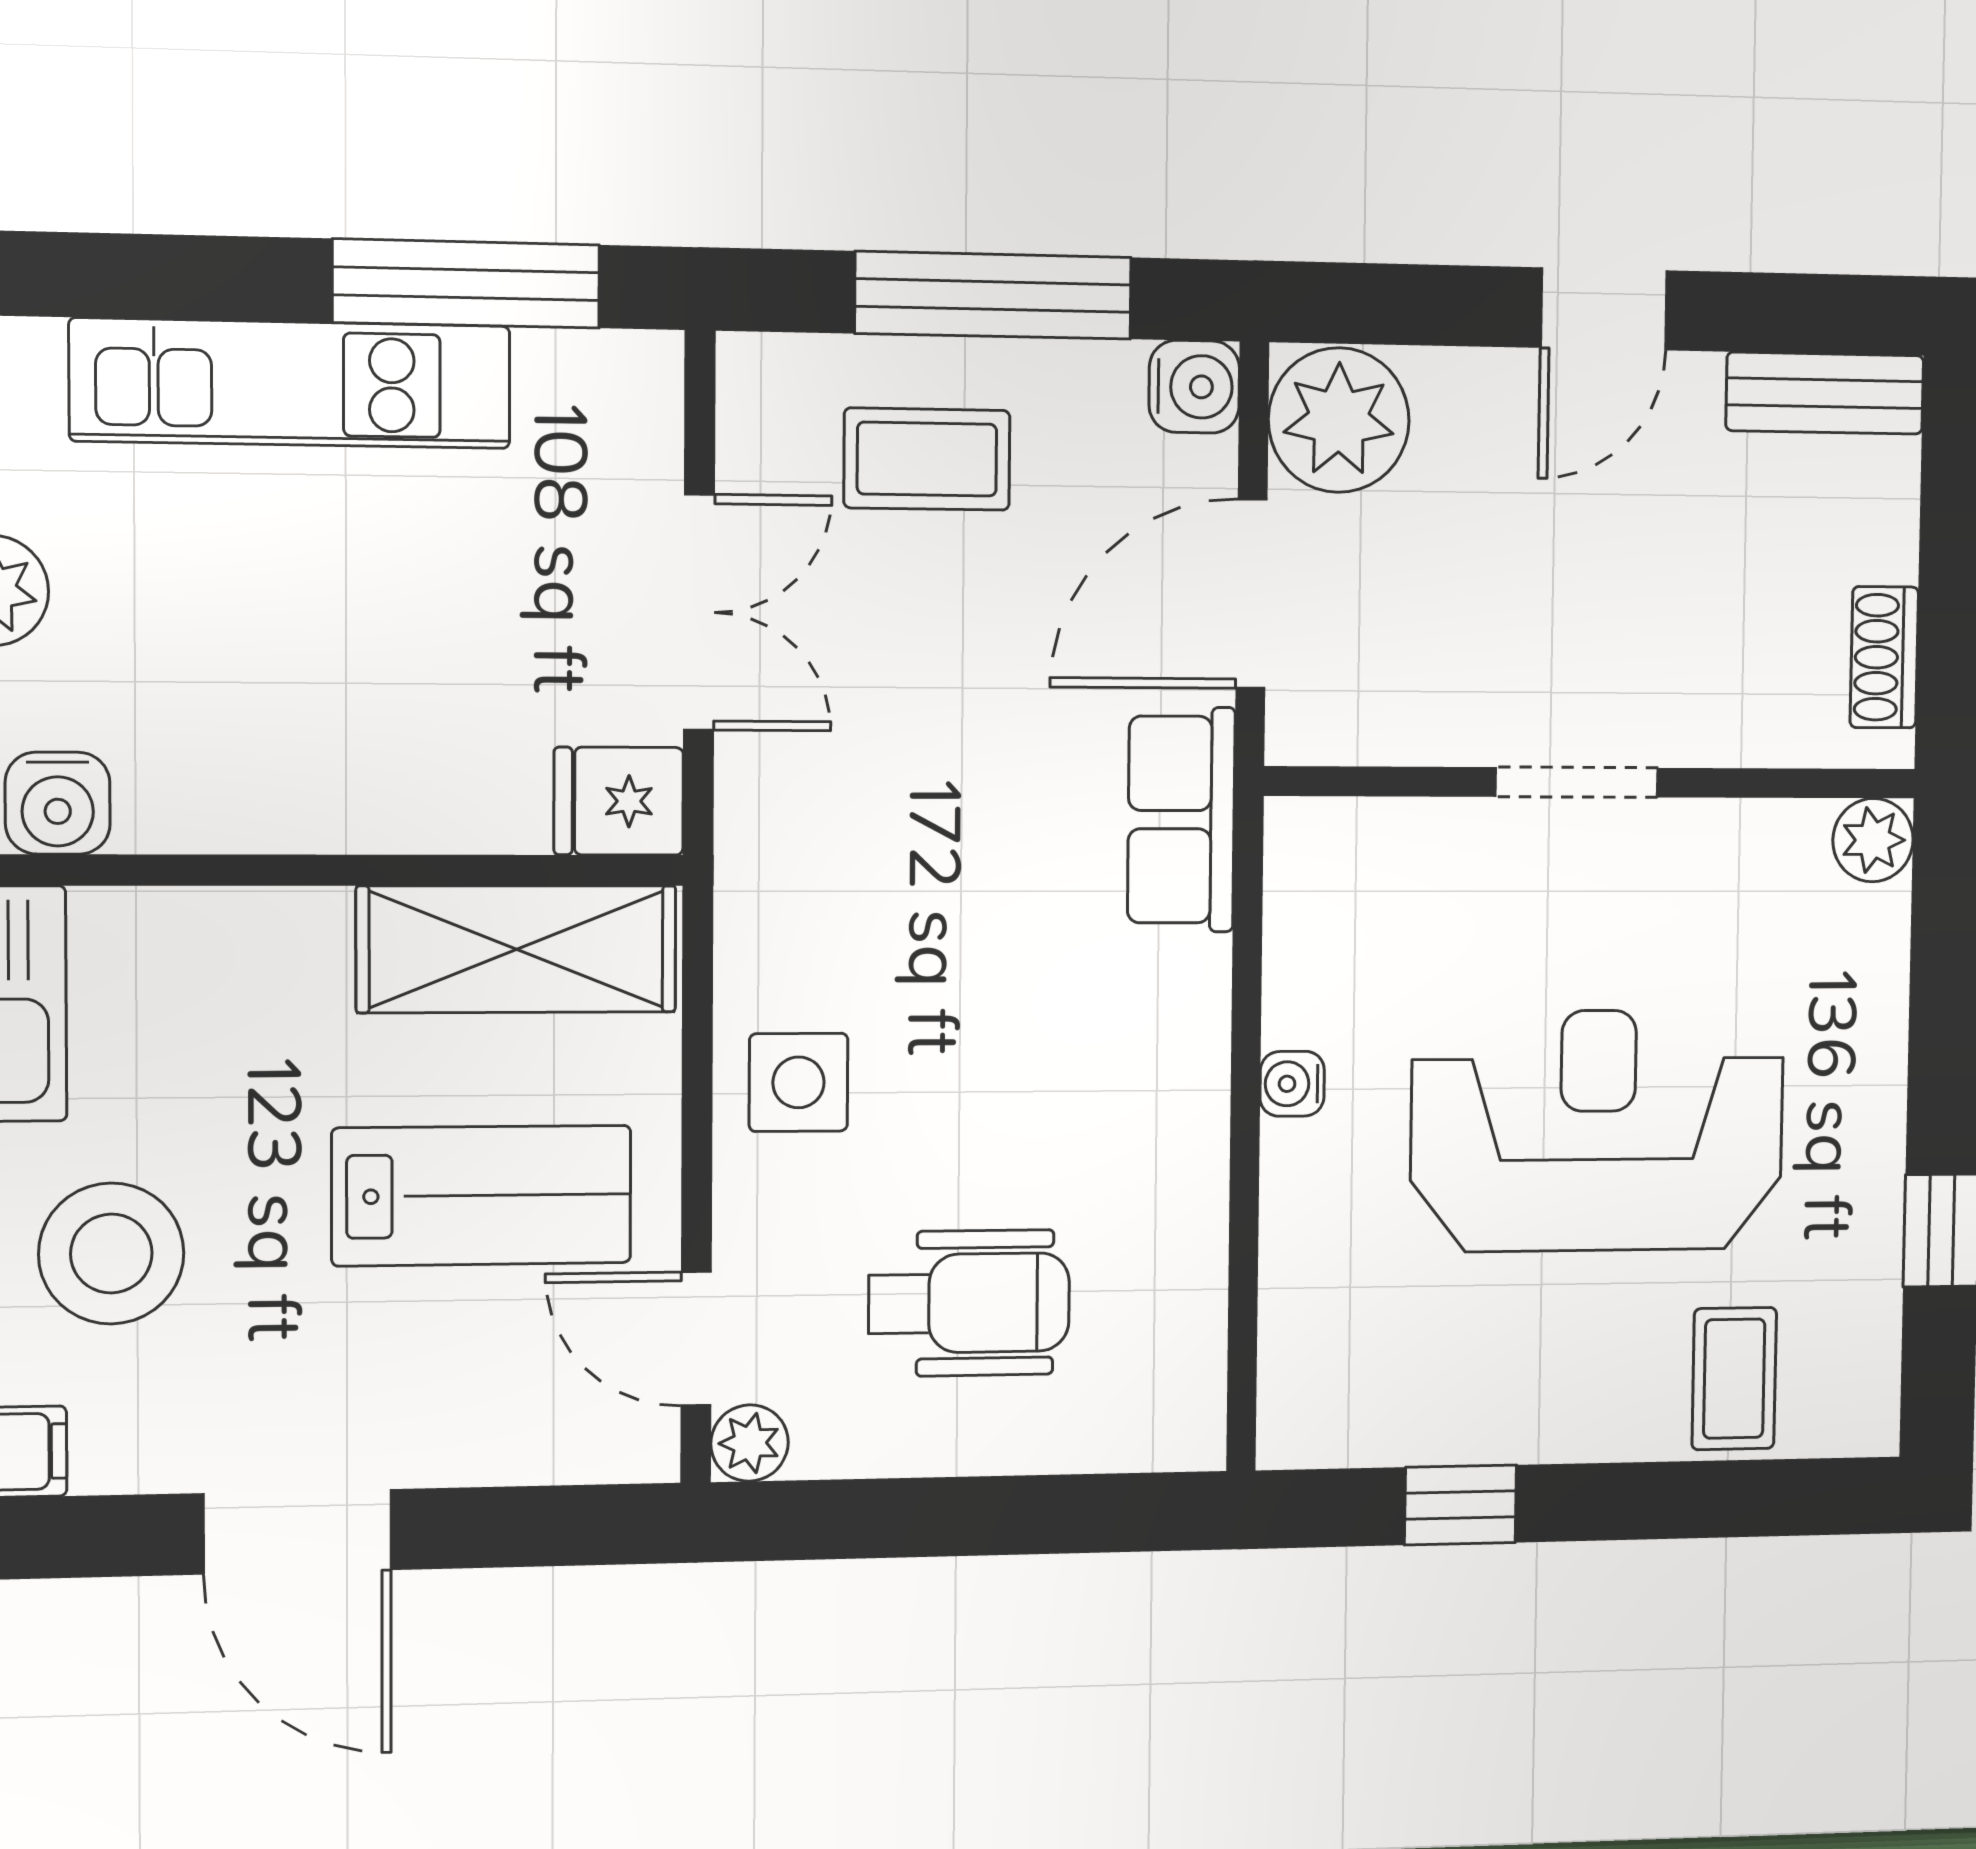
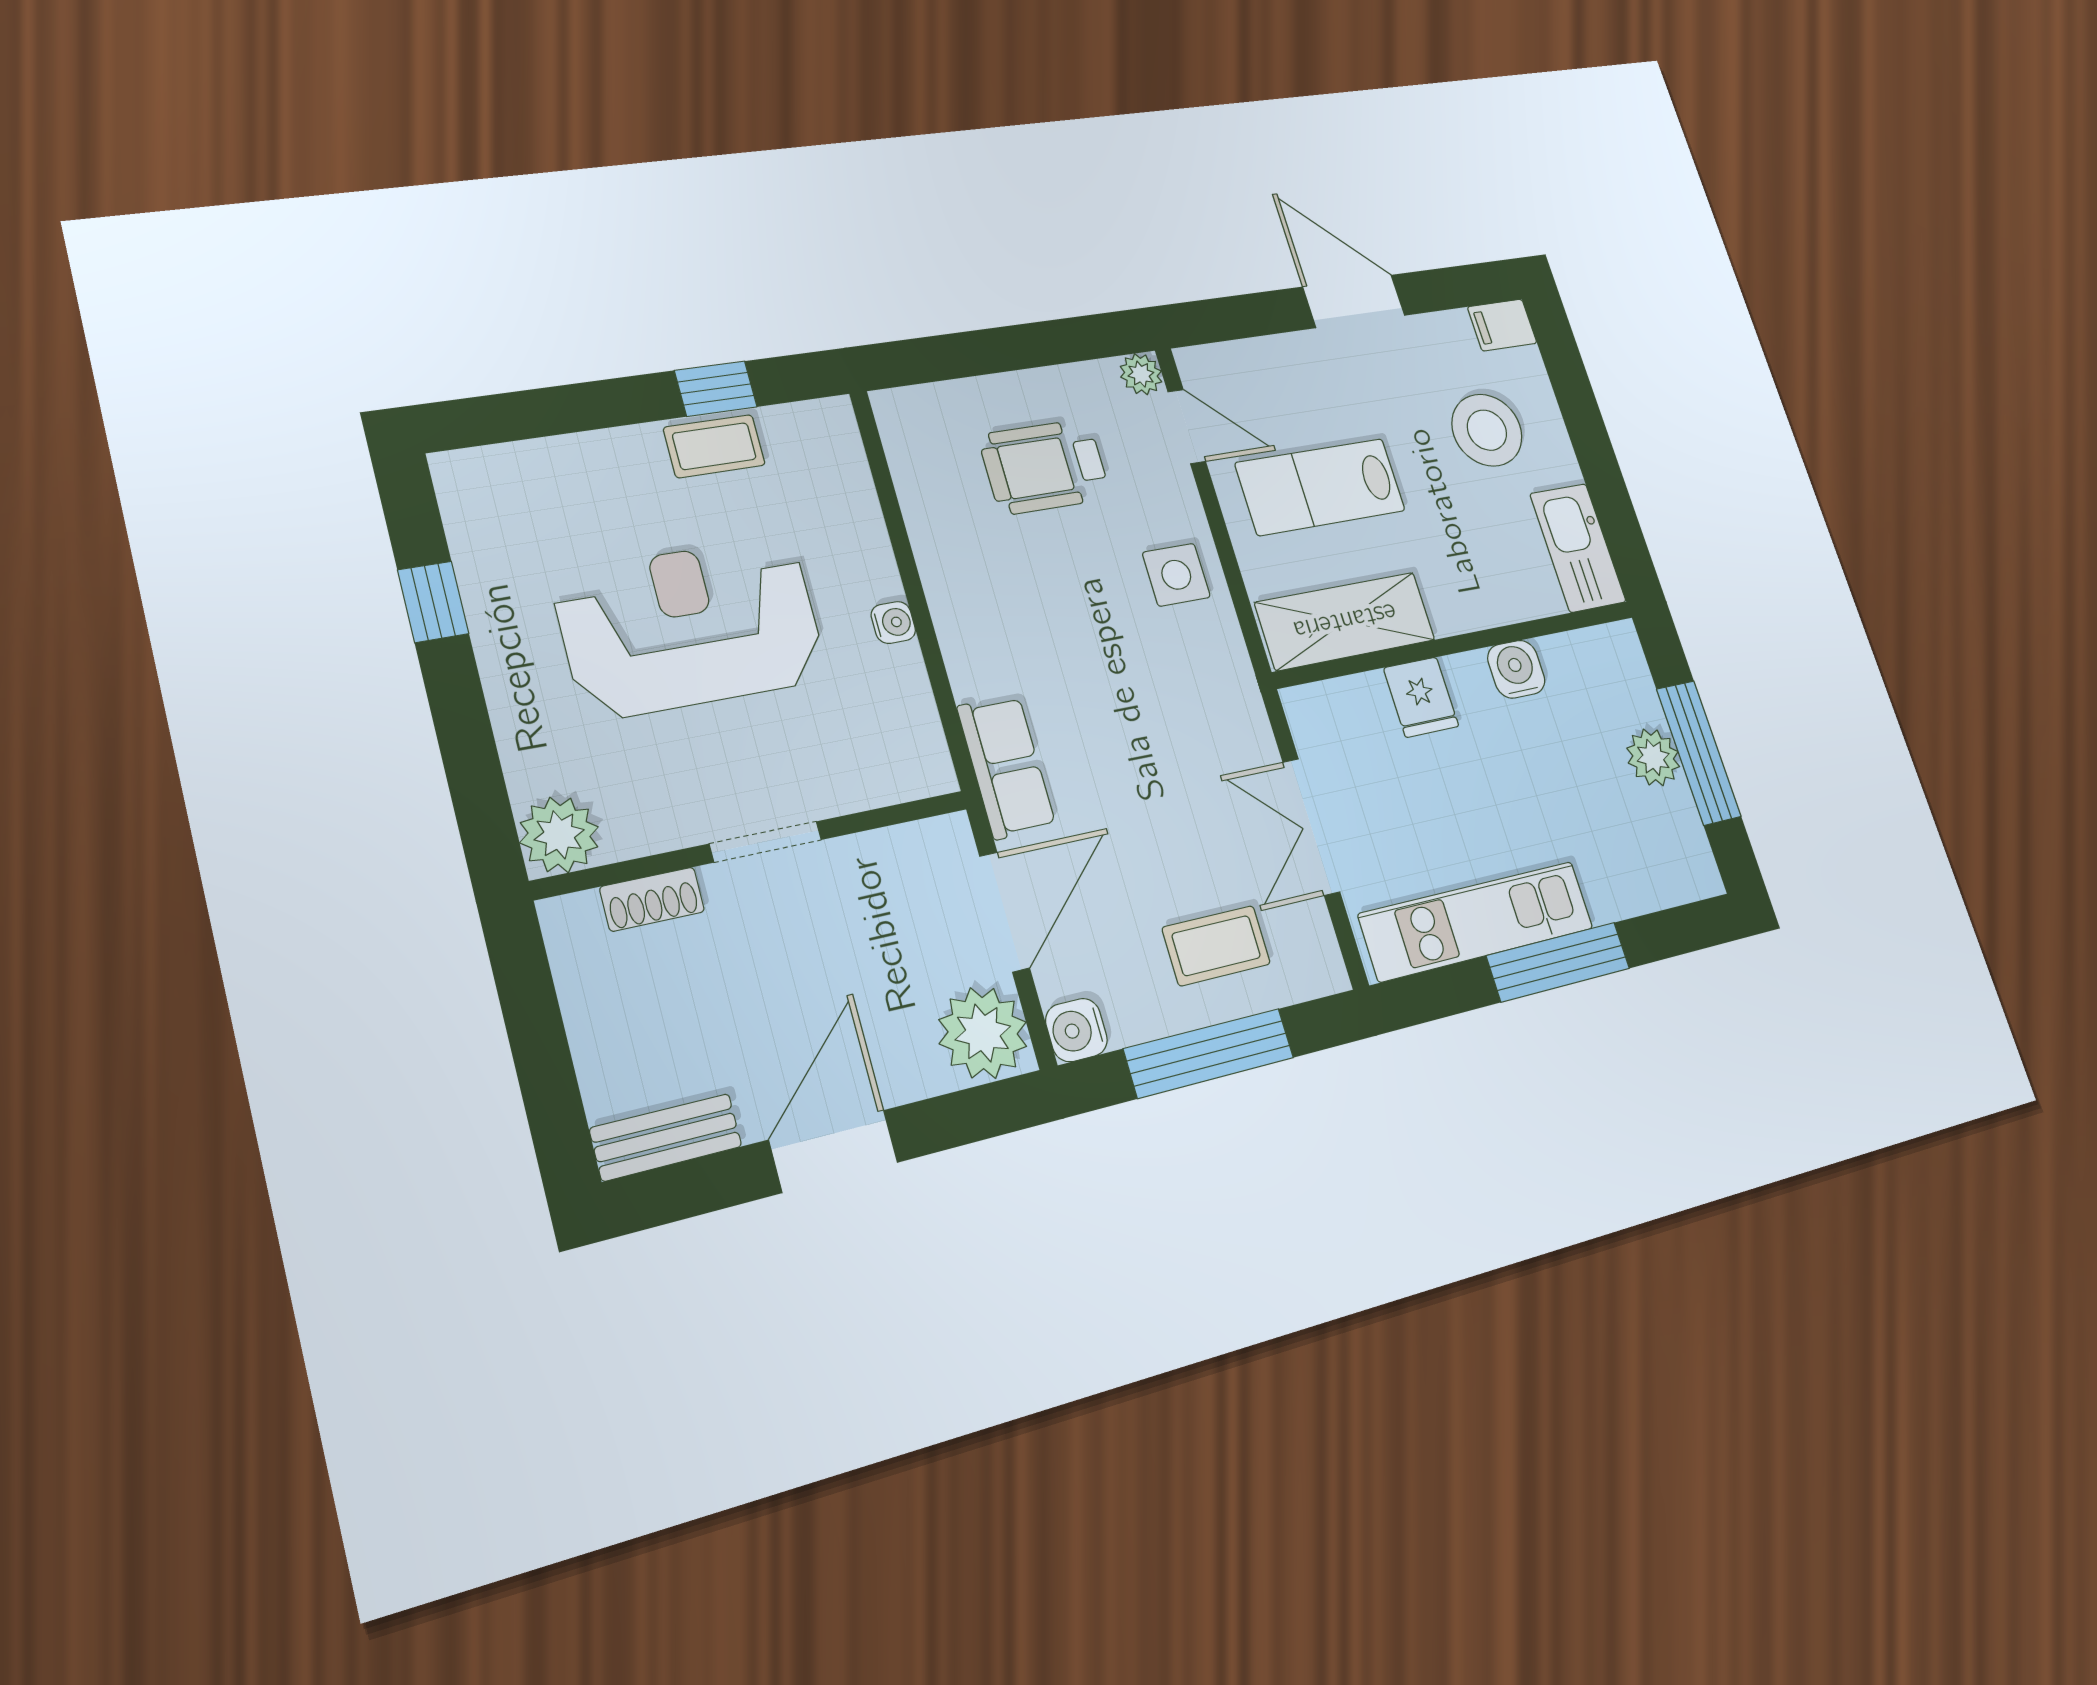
window: (466, 284) -> (1558, 962), moved
door: (1604, 309) -> (833, 1151), width x1.38
kitchen unit: (291, 383) -> (1477, 921), moved
shoe rack: (1884, 657) -> (652, 899), moved, turned 90
fridge: (619, 801) -> (1421, 697), moved, turned 90
water cooler: (58, 803) -> (1516, 669), moved
plant: (1873, 840) -> (559, 835), width x1.38, depth x1.38
reception desk: (1597, 1131) -> (691, 627), turned 180
coffee table: (1734, 1379) -> (714, 446), moved, turned 90

